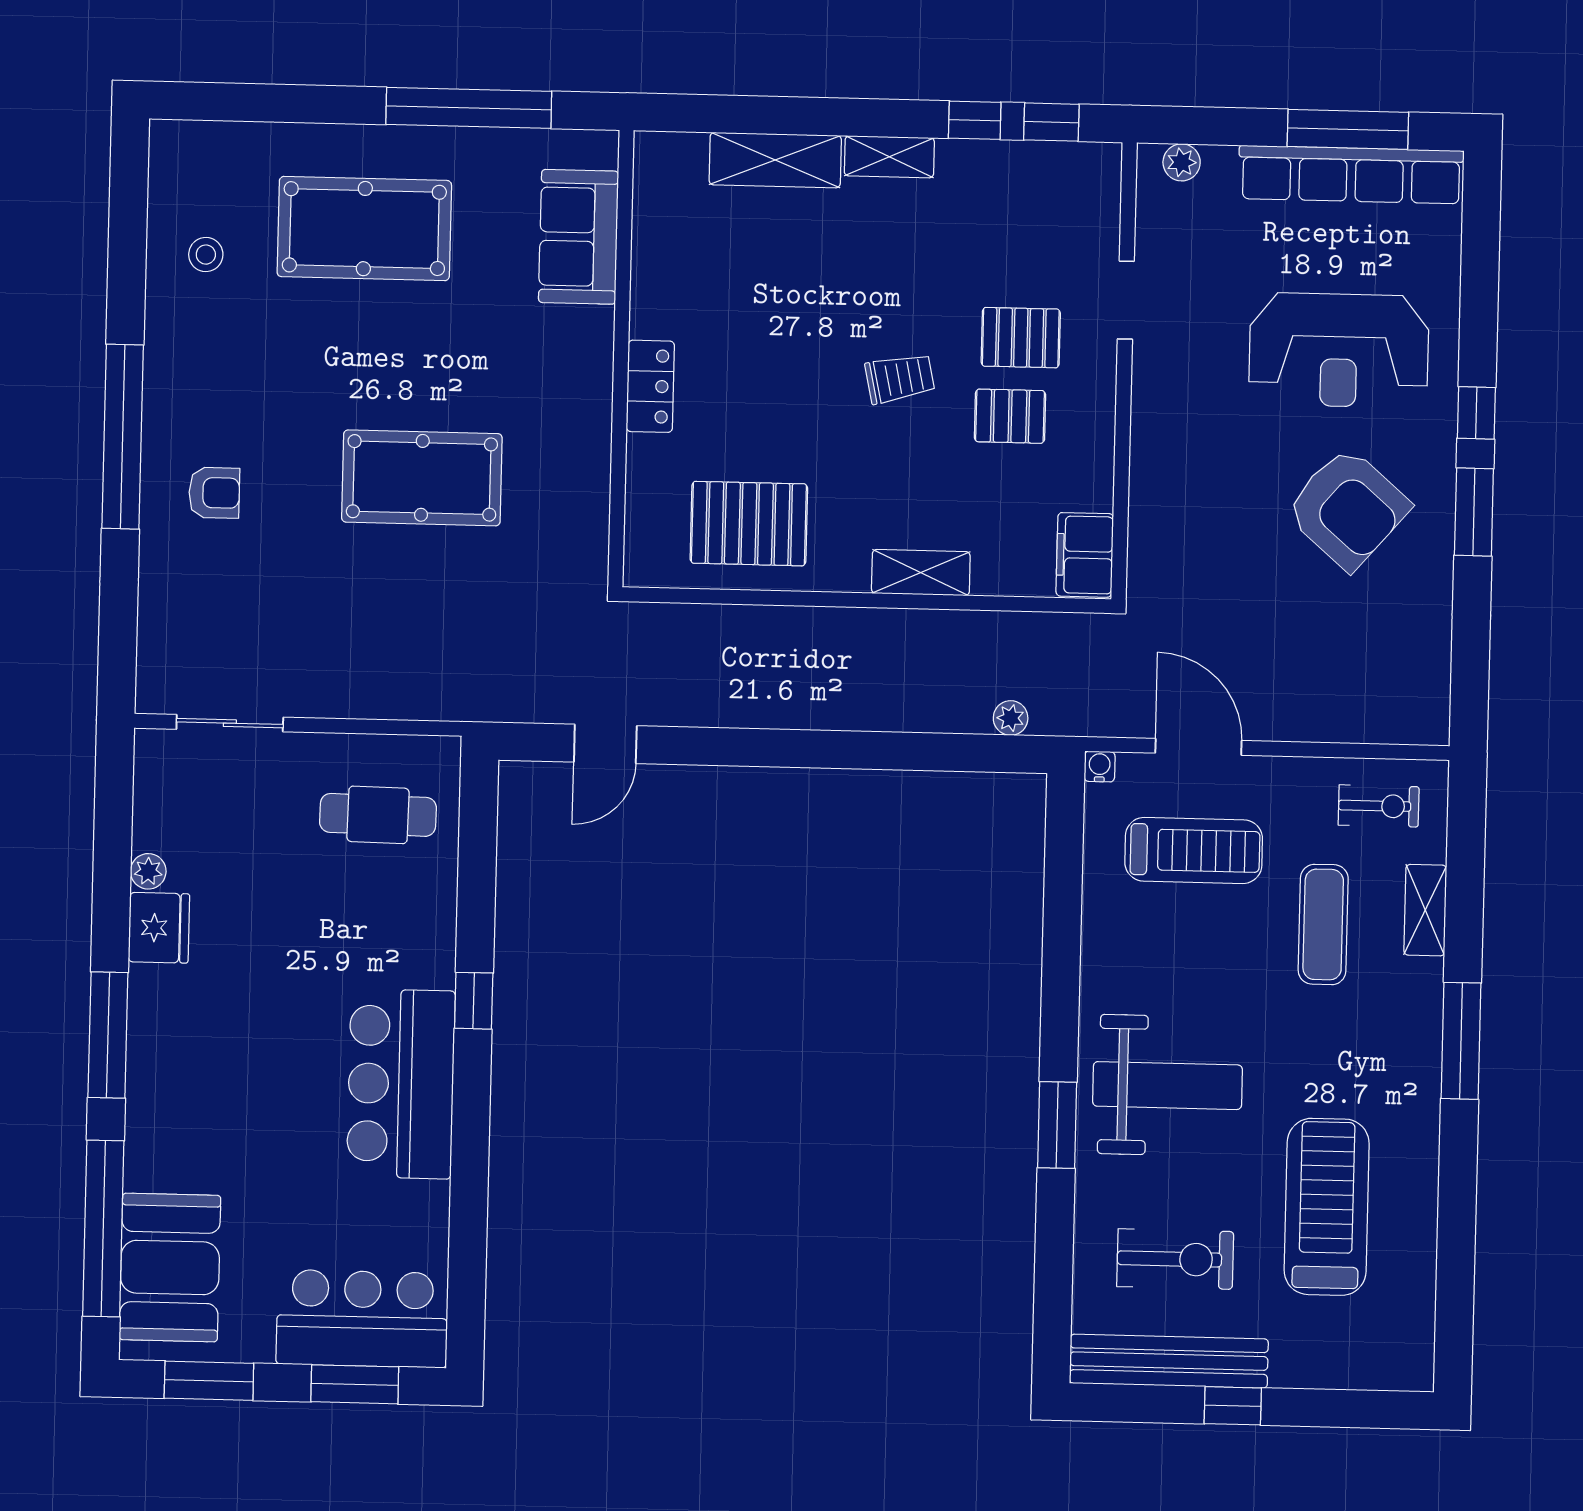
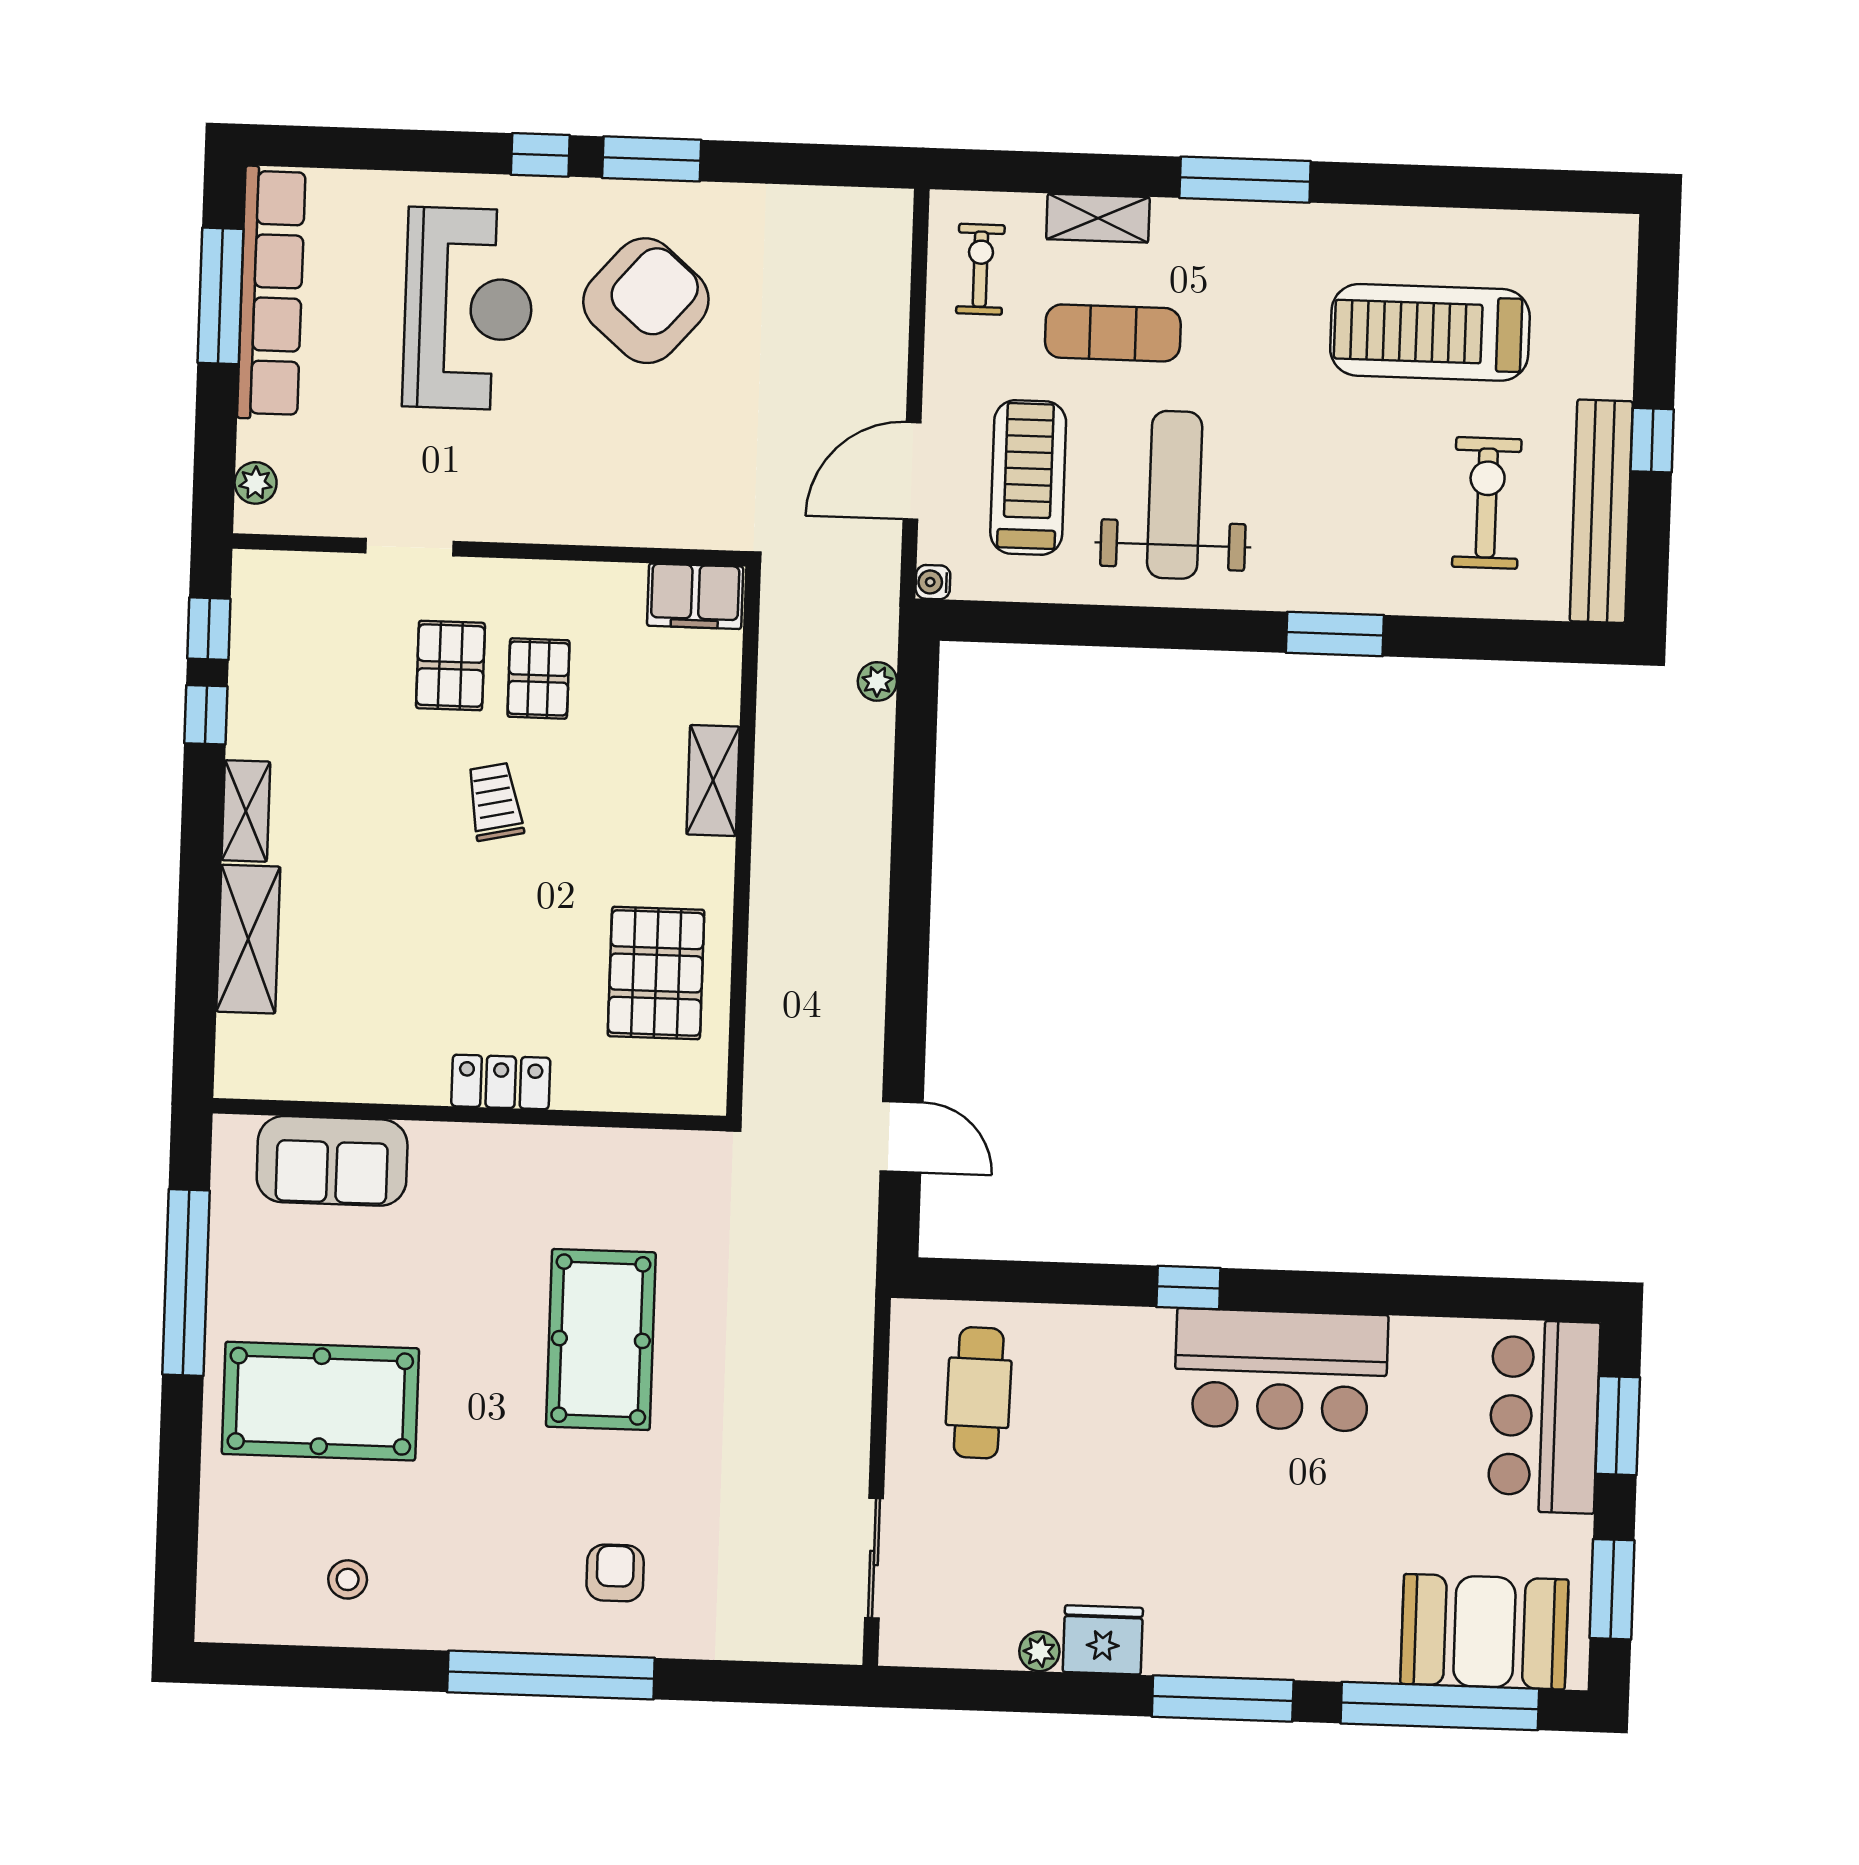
pool table: (364, 229) -> (320, 1401), turned 90
weight bench: (1167, 1086) -> (1175, 495), moved

